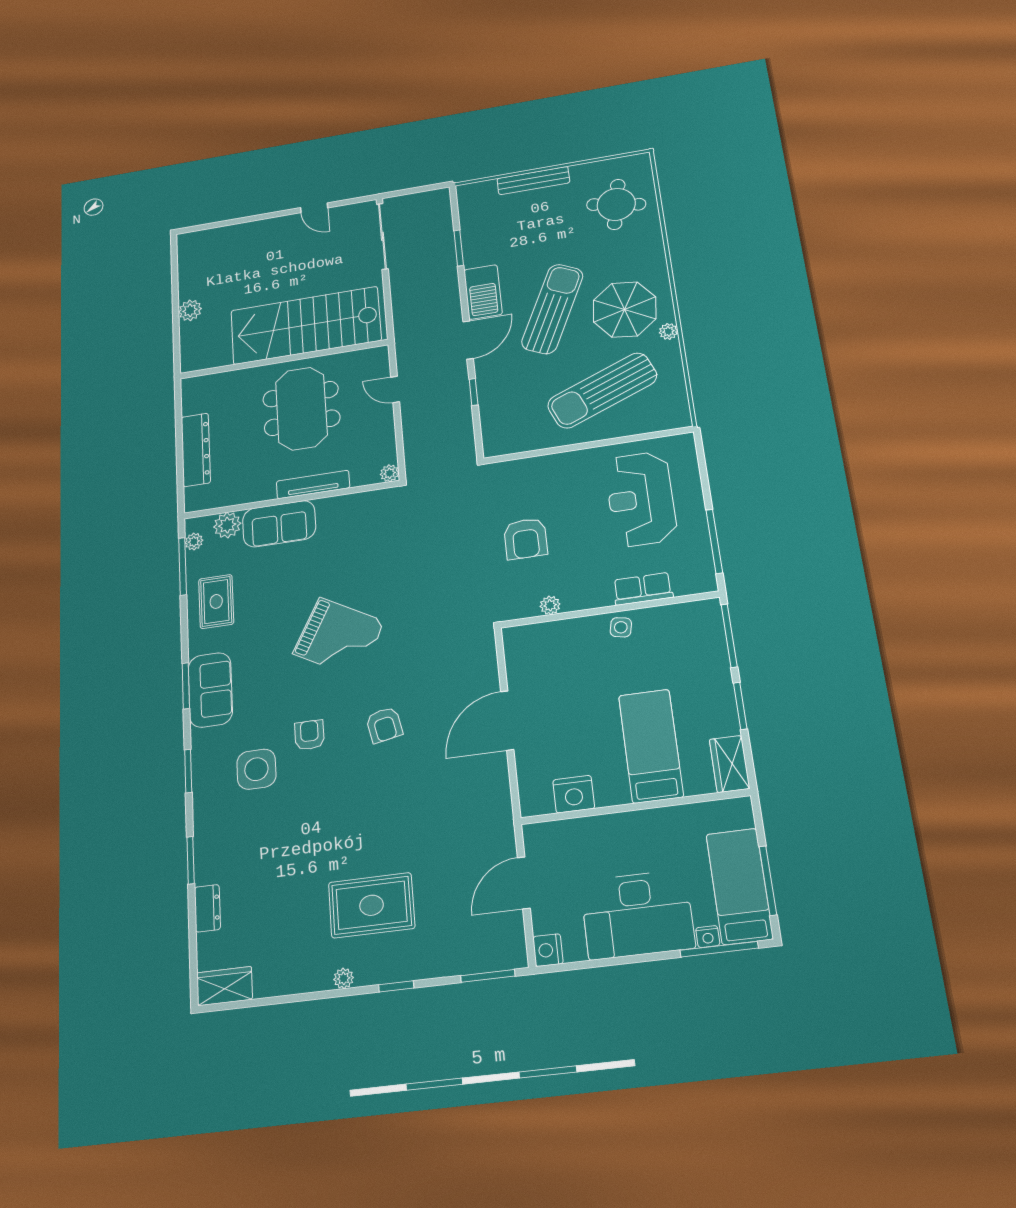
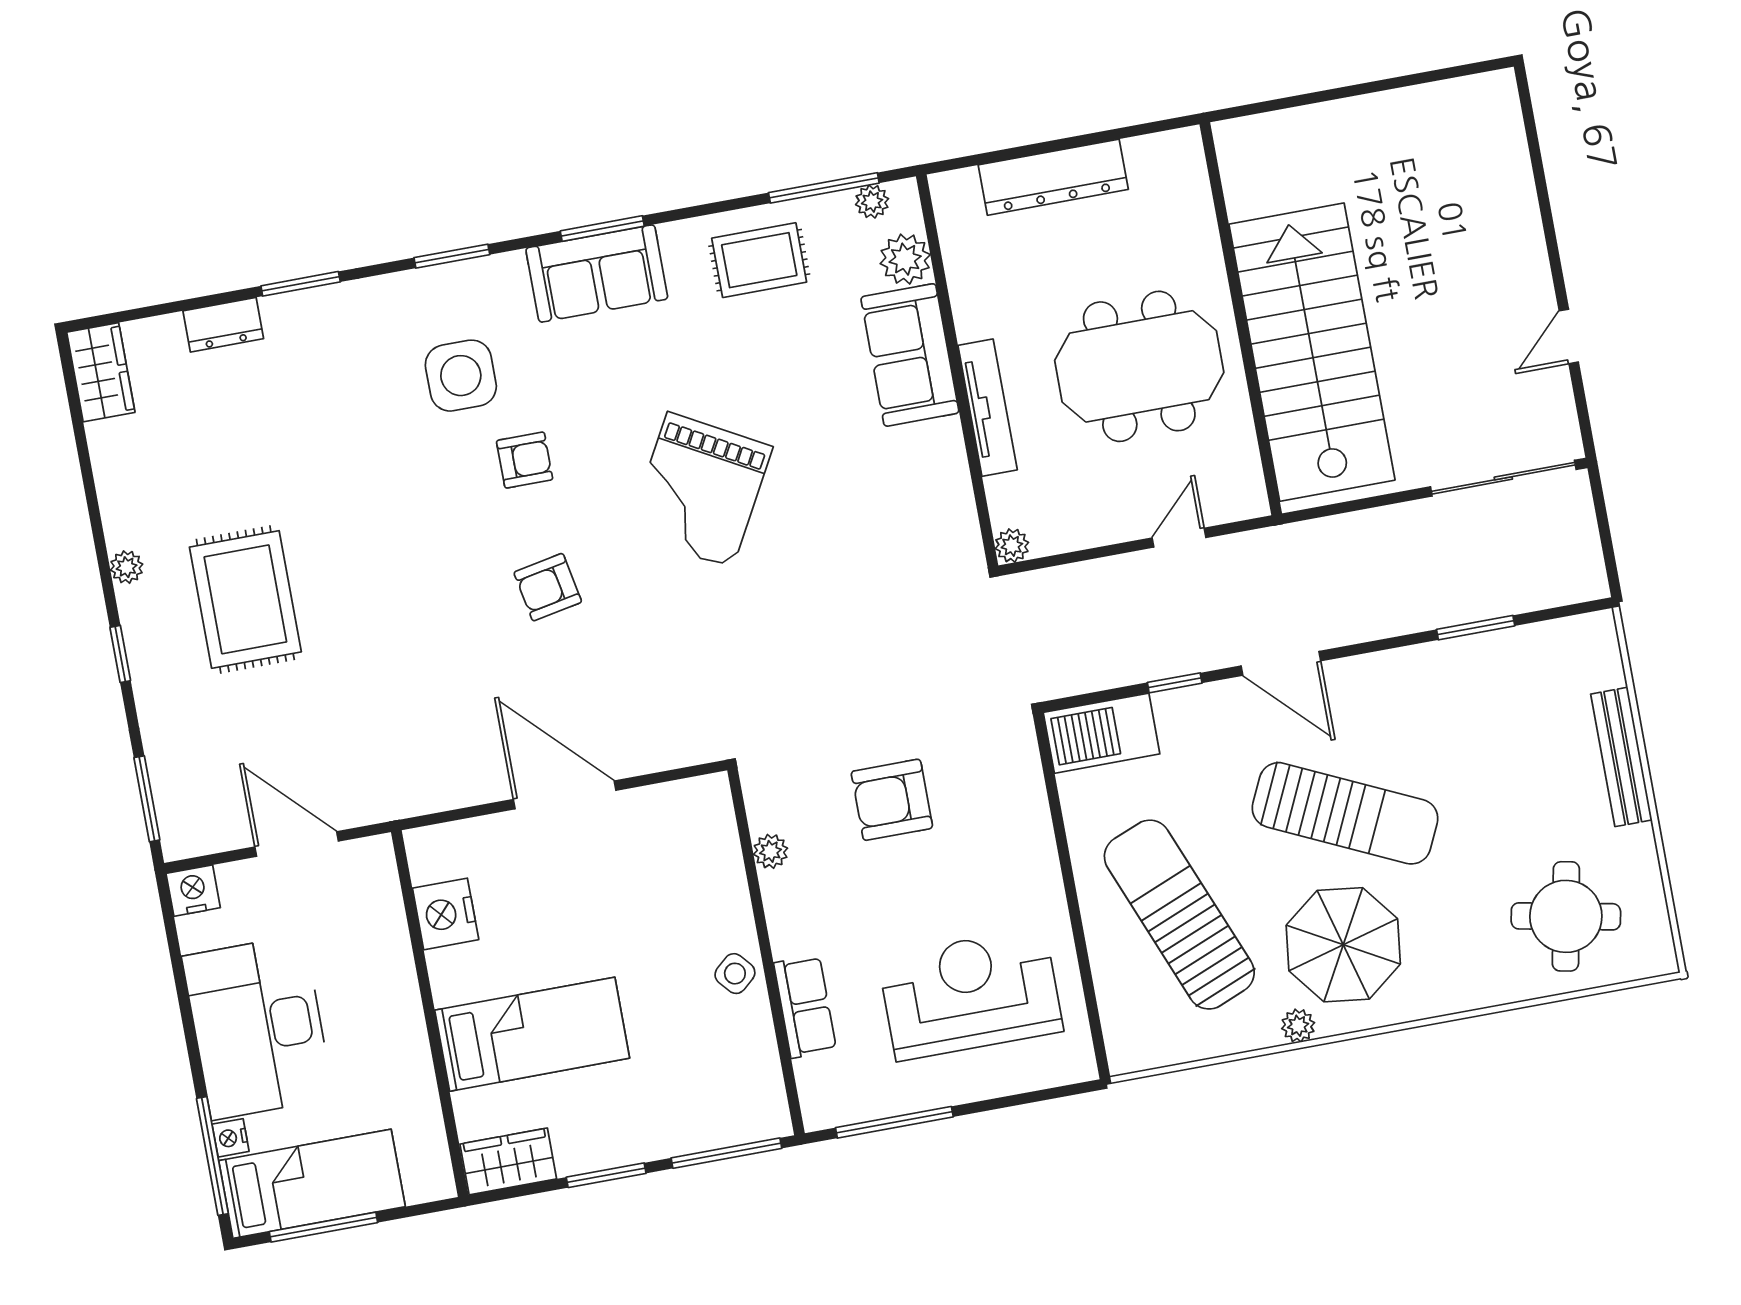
barbecue: (483, 292) -> (1102, 733), moved
plant: (190, 310) -> (1345, 121), removed
side table: (621, 627) -> (735, 974), turned 37

